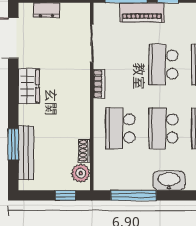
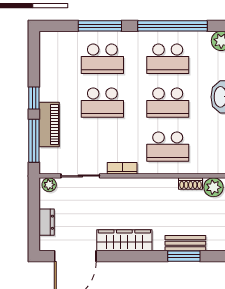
plant: (83, 12) -> (49, 185), added
wardrobe: (29, 86) -> (124, 240), width x1.50
bench: (26, 153) -> (185, 243), width x0.73

